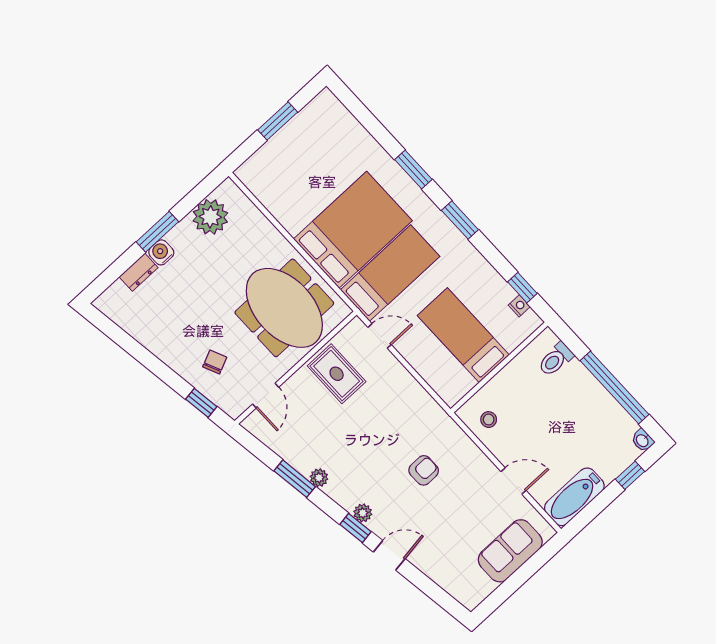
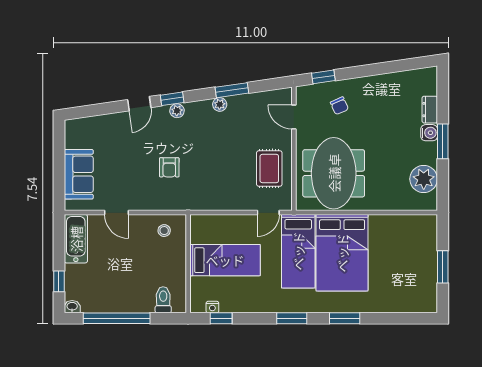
meeting table: (284, 308) -> (334, 173), turned 90
rug: (337, 374) -> (269, 169), turned 90
door: (513, 481) -> (116, 213), hinge flipped

